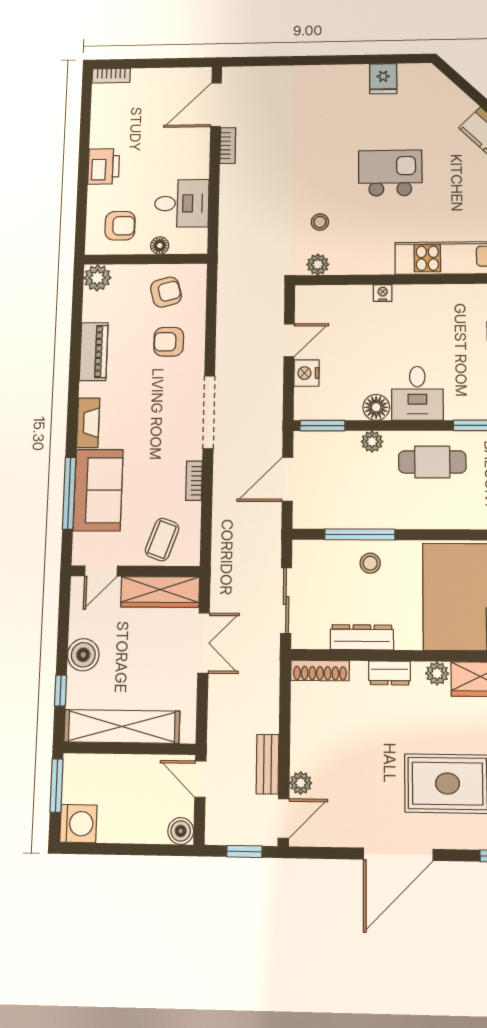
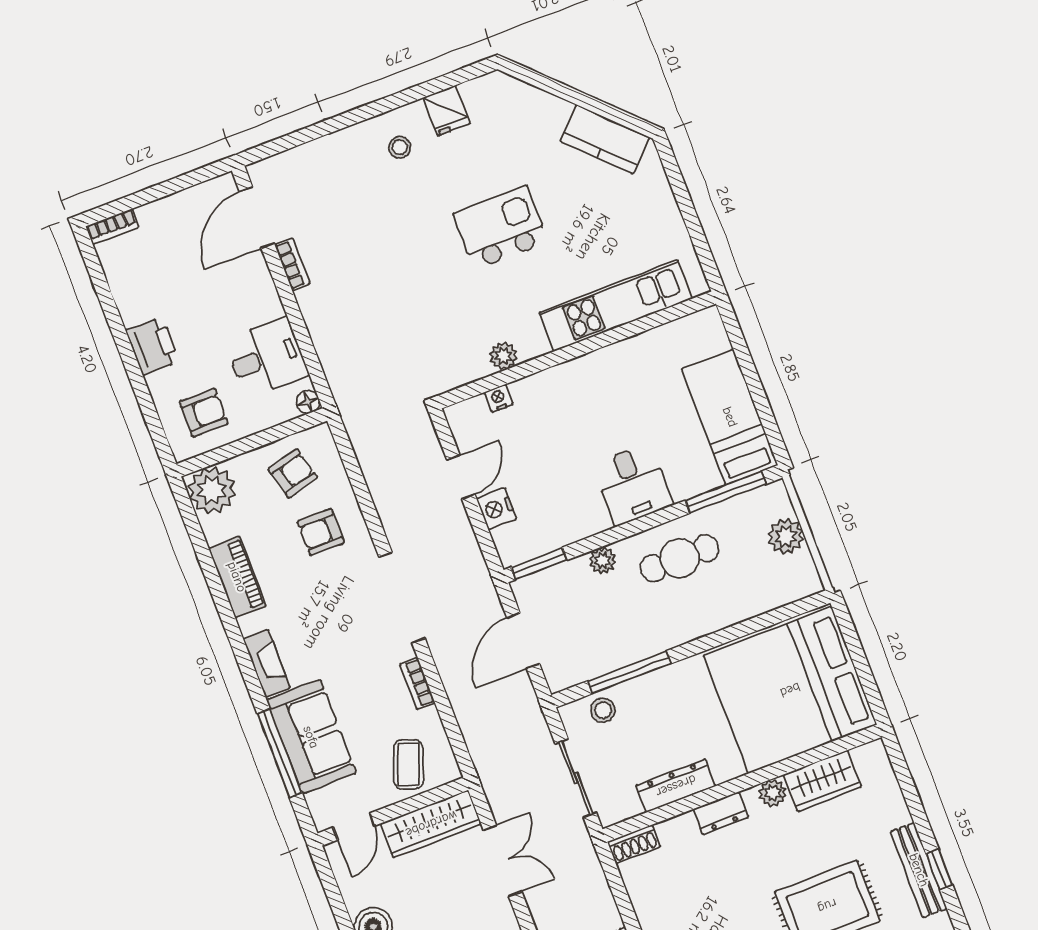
stool: (320, 222) -> (400, 147), moved
floor lamp: (160, 246) -> (308, 402), moved
plant: (318, 264) -> (503, 356), moved
plant: (97, 278) -> (212, 490), width x1.36, depth x1.36
nightstand: (383, 293) -> (498, 398), moved
floor lamp: (376, 407) -> (592, 519), removed
stool: (370, 563) -> (603, 710), moved
shoe rack: (320, 671) -> (634, 844), width x0.70

